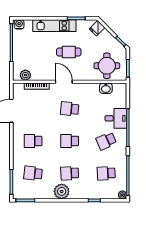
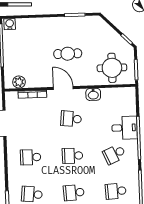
kitchen unit: (54, 26) -> (50, 24), removed
fridge: (97, 28) -> (99, 25), removed
washbasin: (106, 88) -> (93, 94), moved

